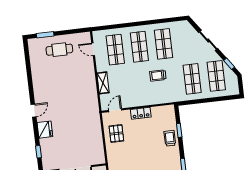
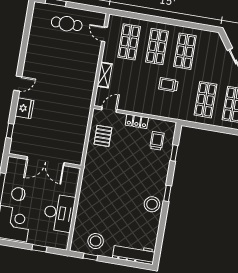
trolley: (170, 138) -> (157, 141), moved

